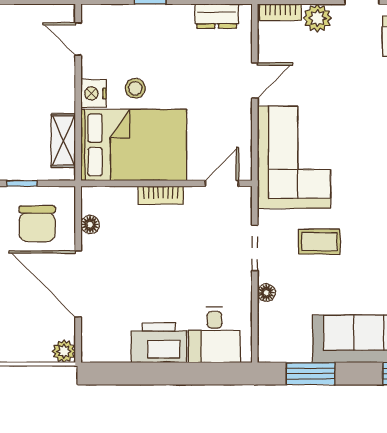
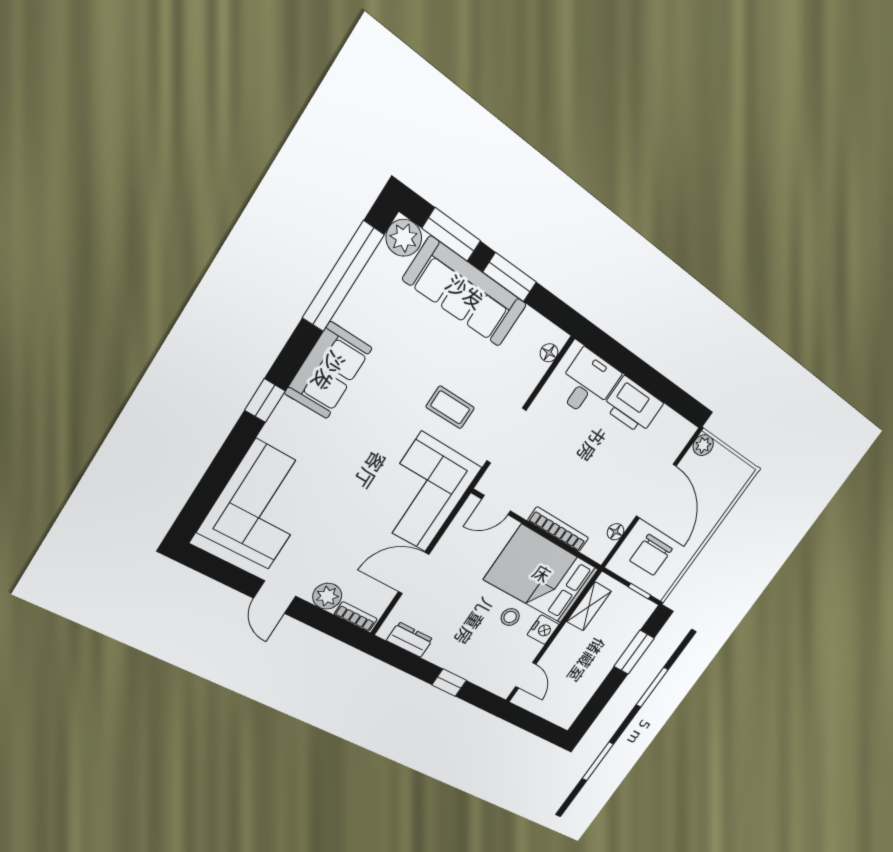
door: (255, 81) -> (414, 573), width x1.38
bookcase: (161, 195) -> (558, 529), width x1.56
chair: (37, 224) -> (651, 555), turned 180
doorway: (255, 248) -> (506, 436), width x1.38
floor lamp: (266, 293) -> (549, 353), moved
window: (310, 374) -> (510, 277), moved

